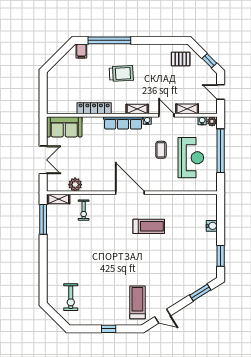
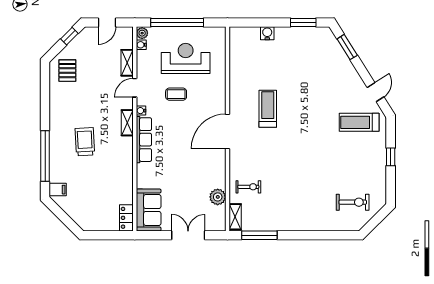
locker: (94, 108) -> (126, 218), moved, width x0.66

